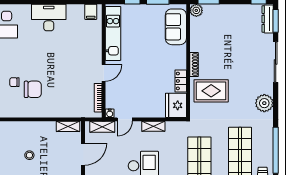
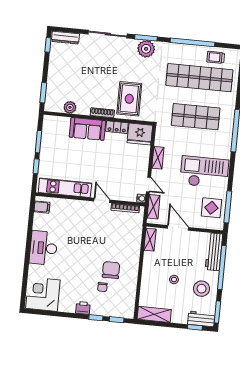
plant: (196, 10) -> (70, 107), moved
window: (276, 21) -> (146, 38), moved
sofa: (176, 27) -> (88, 129), moved

